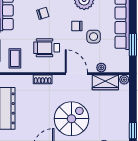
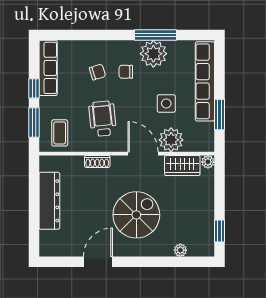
chair: (77, 26) -> (126, 72), moved
wheelchair: (47, 48) -> (103, 119), turned 84
plant: (101, 68) -> (171, 140), width x1.88, depth x1.88

